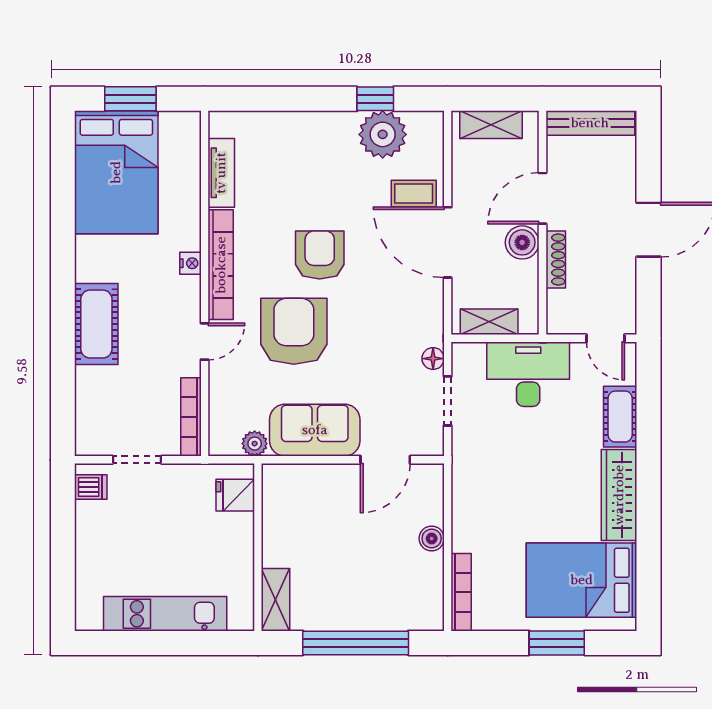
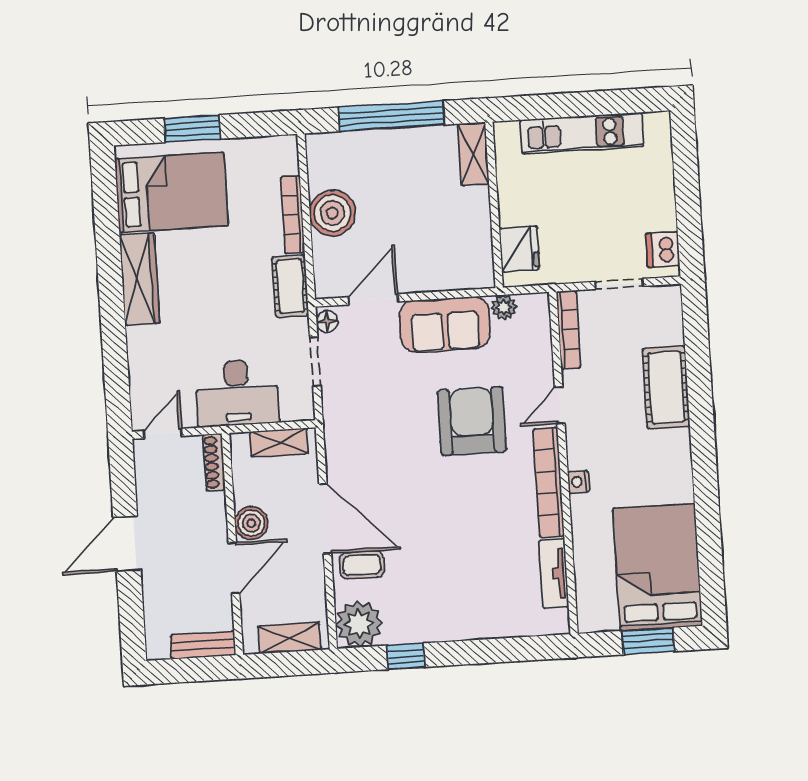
bench: (590, 123) -> (203, 645), width x0.73
plant: (383, 134) -> (359, 624), moved
armchair: (320, 255) -> (451, 498), removed
shoe rack: (556, 260) -> (214, 462), moved
cot: (96, 324) -> (666, 387), moved
armchair: (294, 331) -> (472, 421), turned 180
door: (606, 338) -> (163, 433), hinge flipped
floor lamp: (433, 359) -> (327, 321), moved
cot: (620, 417) -> (290, 286), moved
dishwasher: (91, 487) -> (663, 249), width x1.38
fridge: (235, 495) -> (519, 249), width x1.38
boiler: (432, 538) -> (332, 213), width x1.86, depth x1.86
bookcase: (461, 592) -> (293, 215), moved

